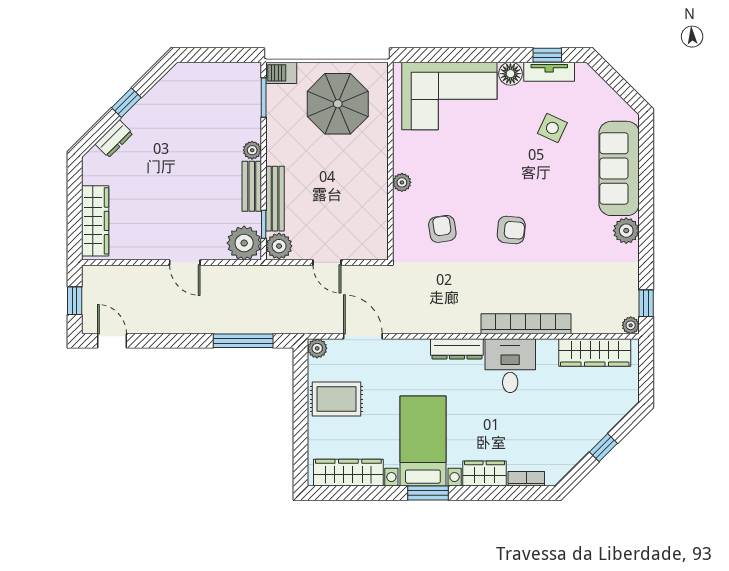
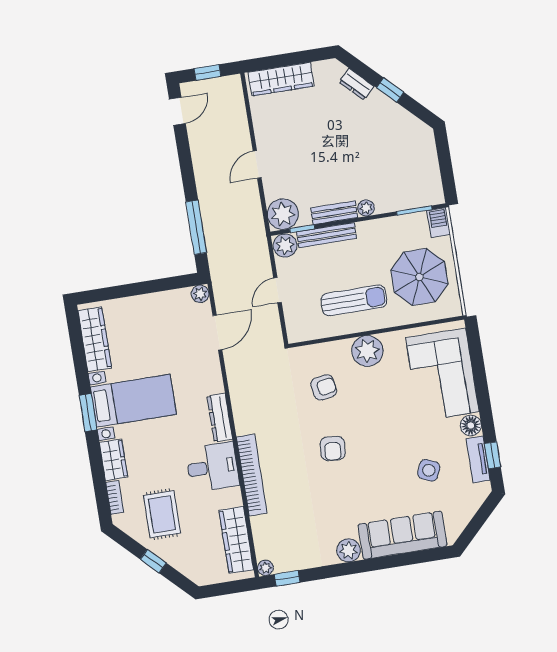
sun lounger: (352, 180) -> (354, 300), added
plant: (402, 182) -> (367, 351), width x1.88, depth x1.88
rug: (337, 399) -> (162, 514), moved

